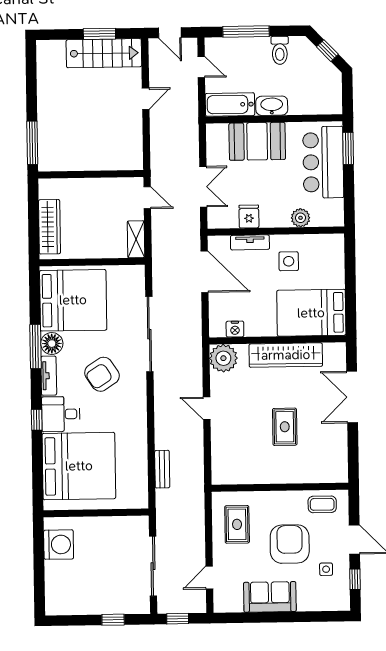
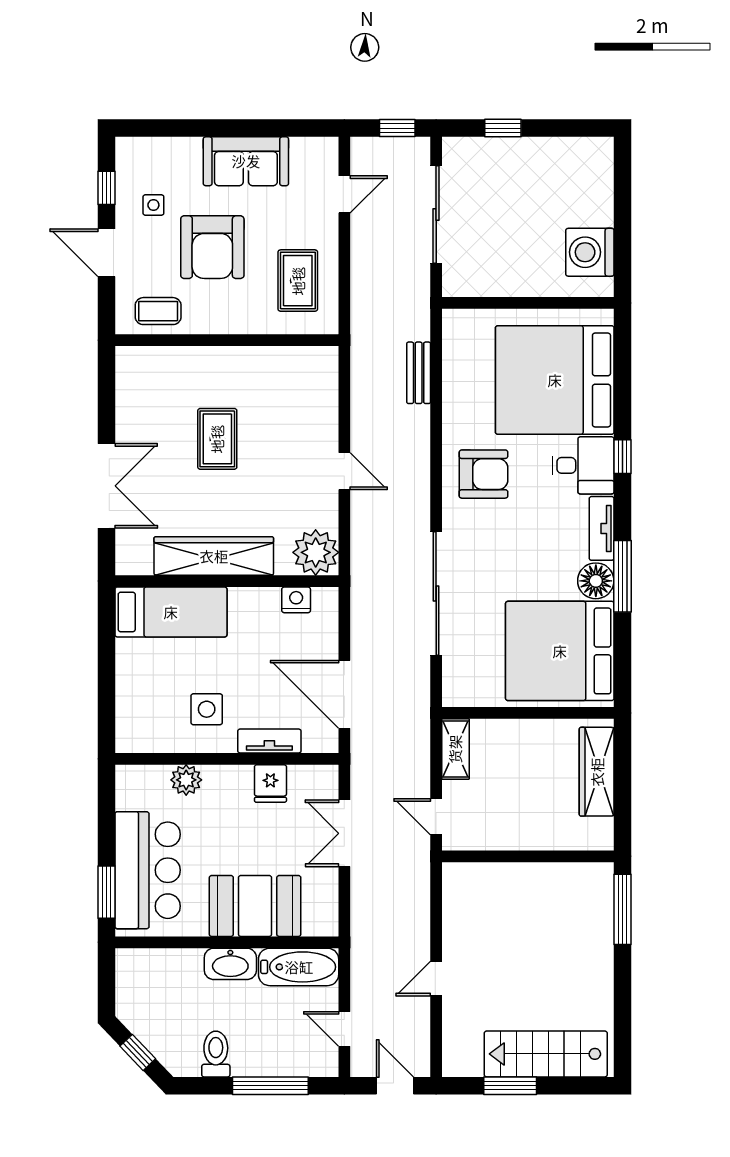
stairs: (104, 53) -> (546, 1054), moved
bed: (311, 313) -> (171, 612), width x0.67
armchair: (102, 374) -> (483, 474), moved, turned 33

